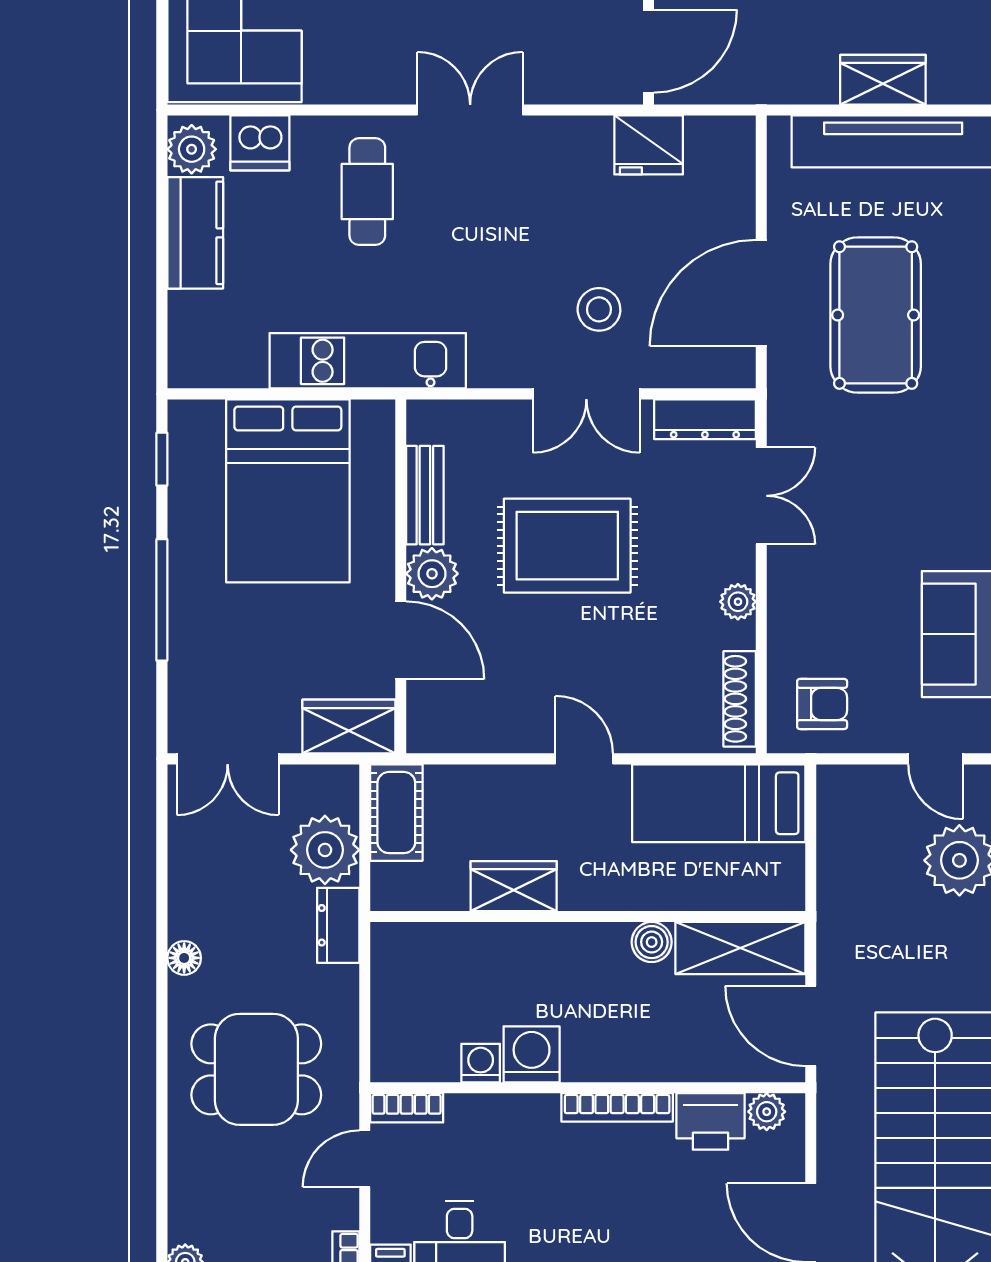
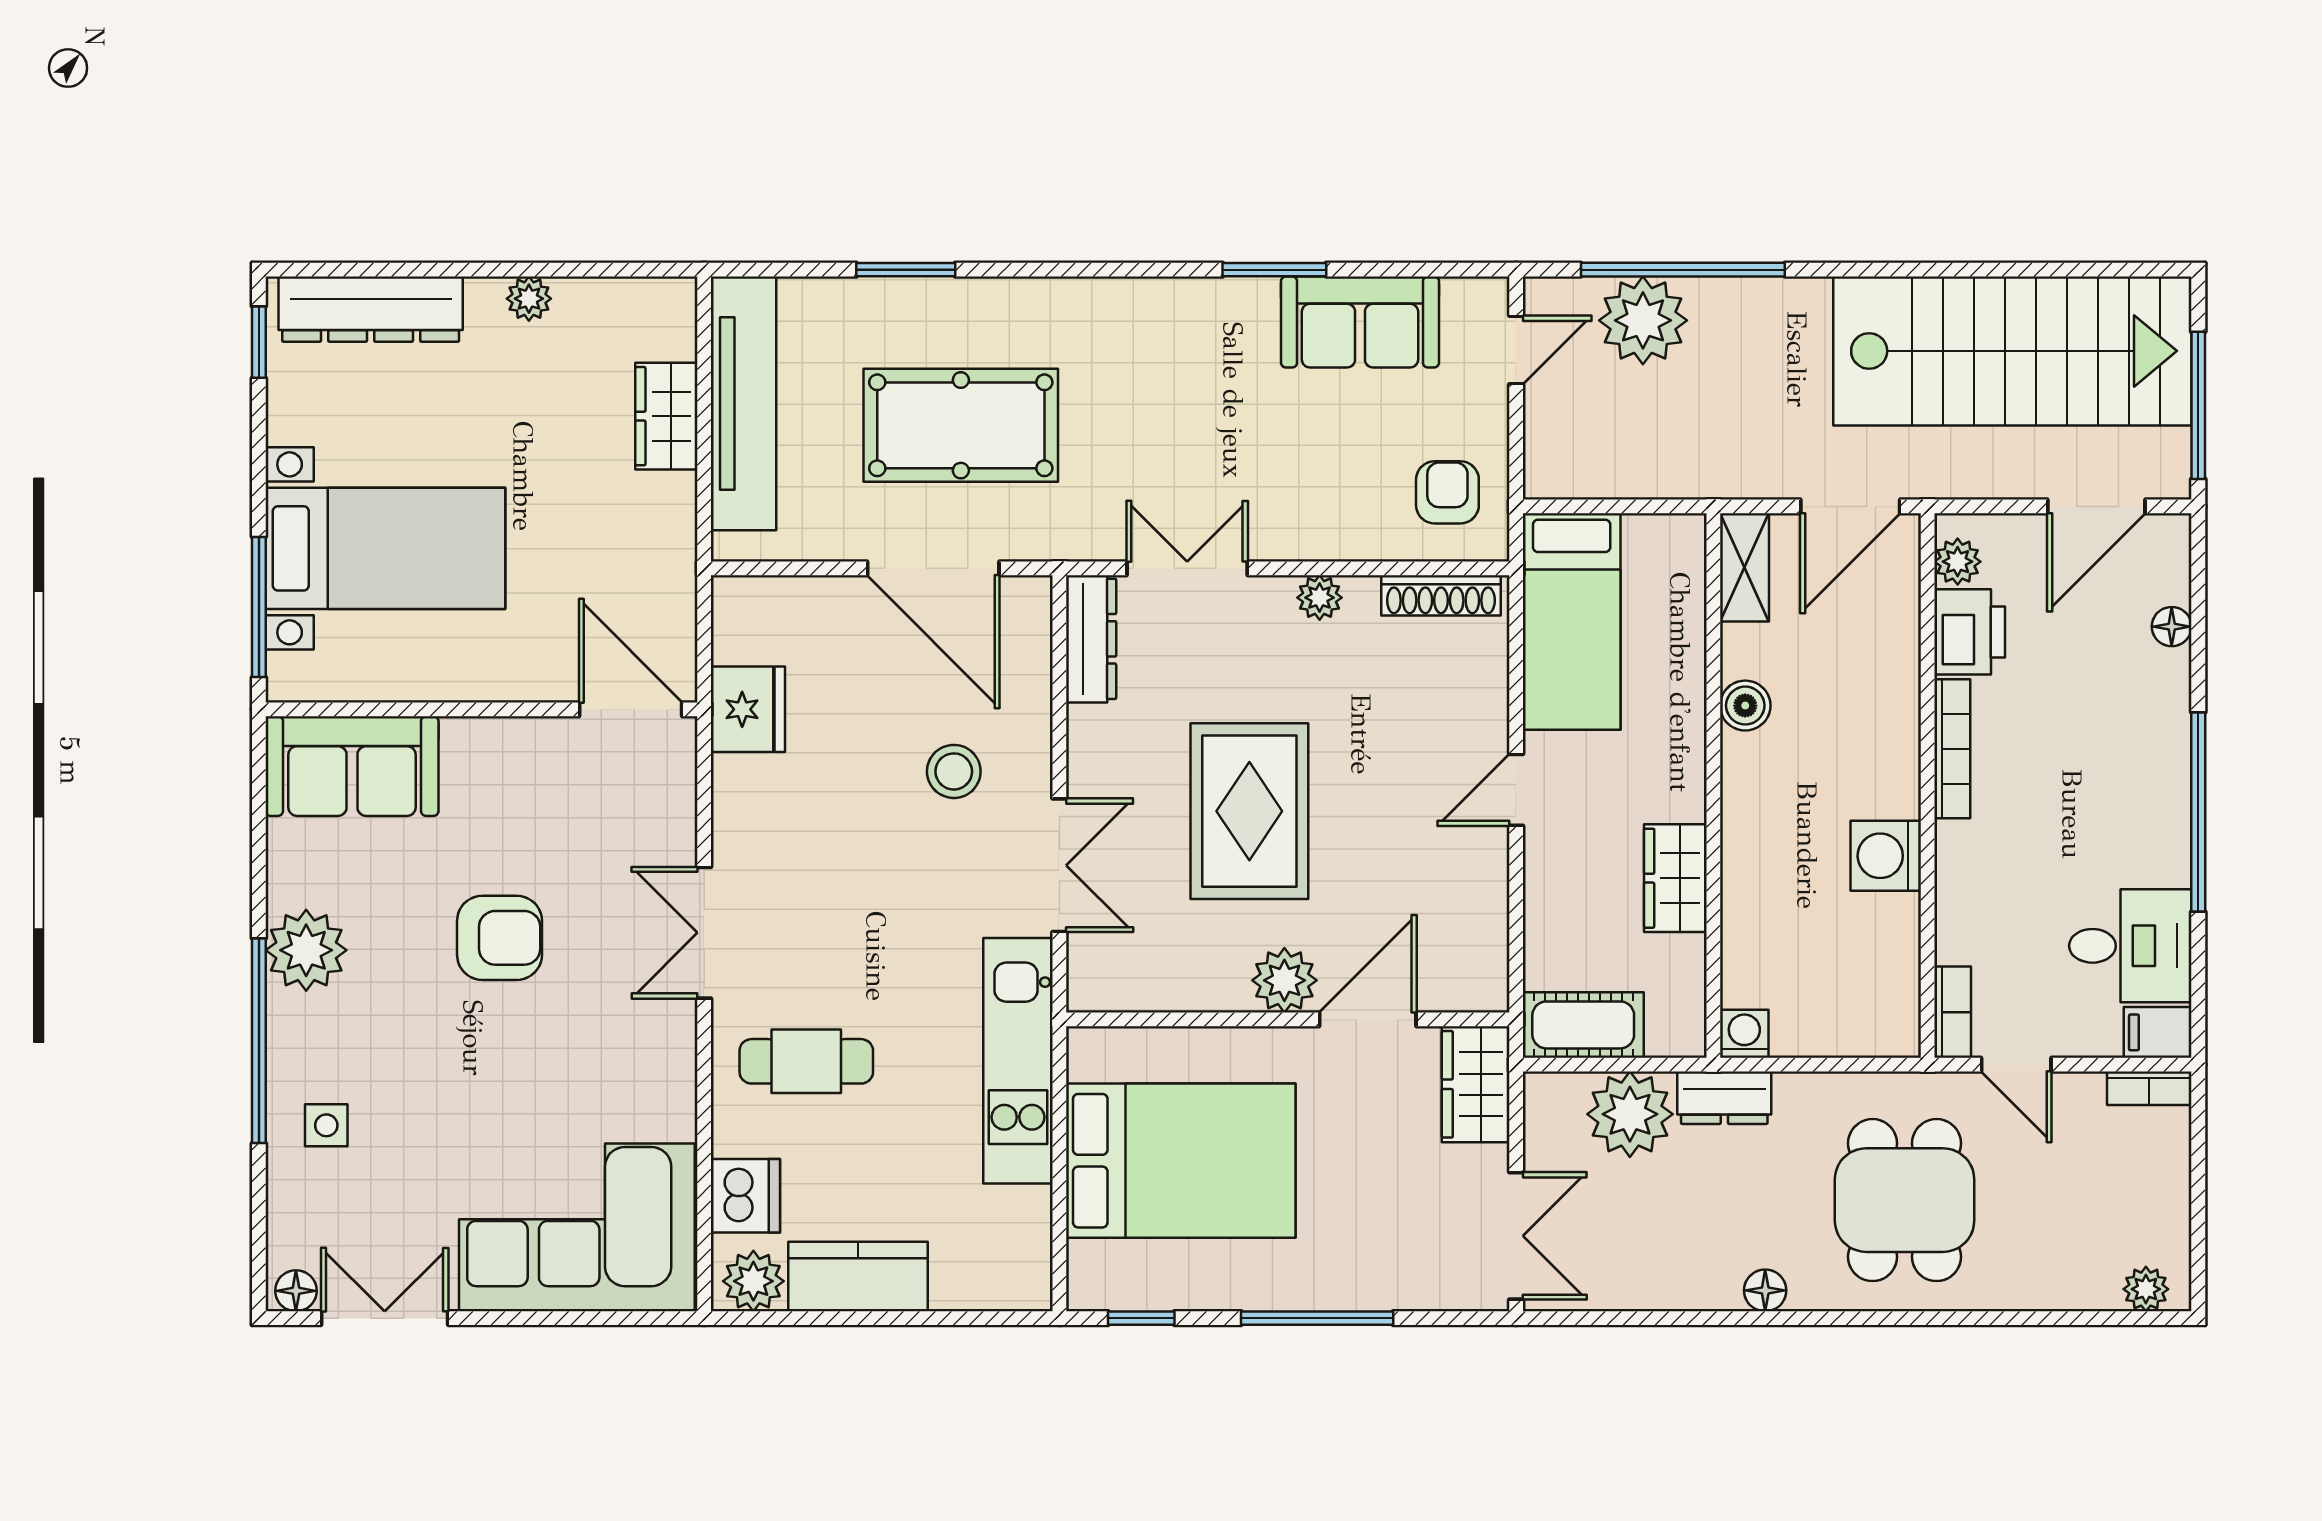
double door: (586, 394) -> (1059, 865), moved
bench: (425, 495) -> (1186, 989), removed
shelving: (740, 948) -> (1745, 567), width x0.67, depth x0.75
washing machine: (481, 1063) -> (1744, 1034), moved, turned 90

